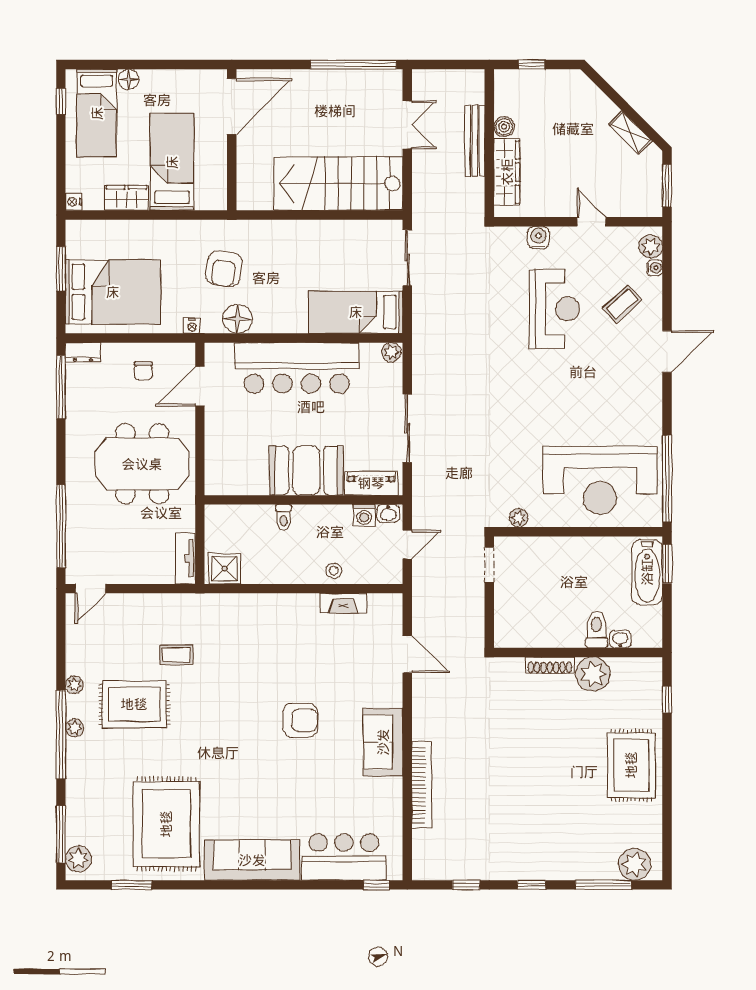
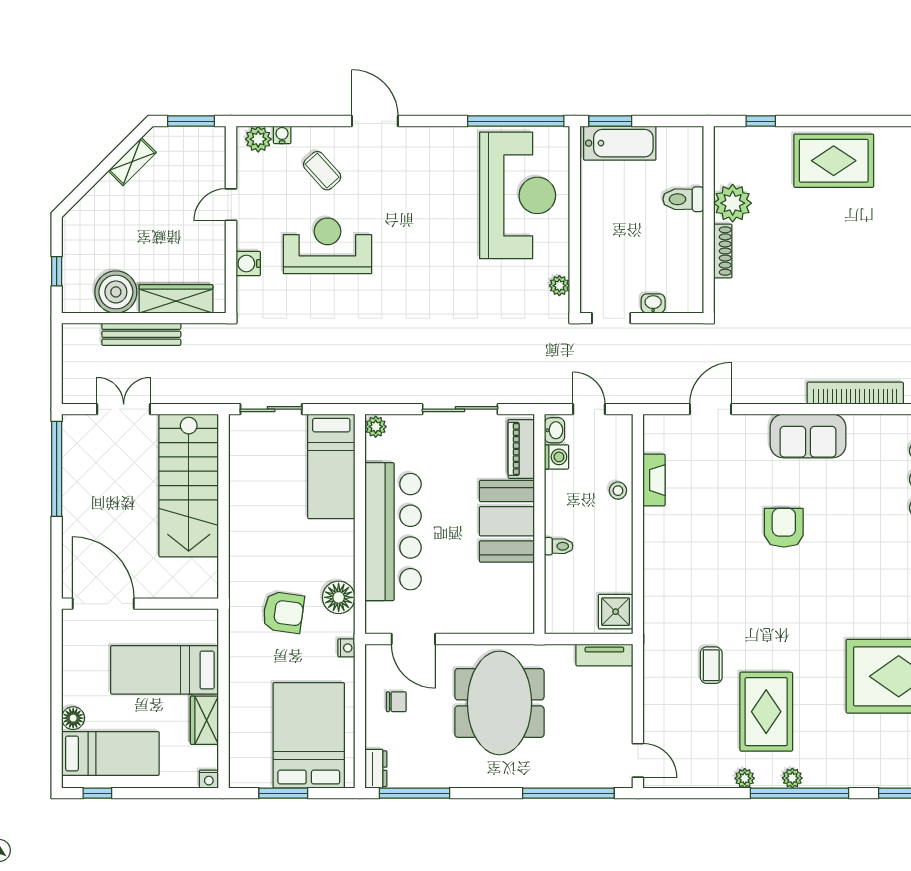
boiler: (504, 127) -> (116, 292), width x1.86, depth x1.86
washbasin: (620, 639) -> (653, 303), moved, turned 90

